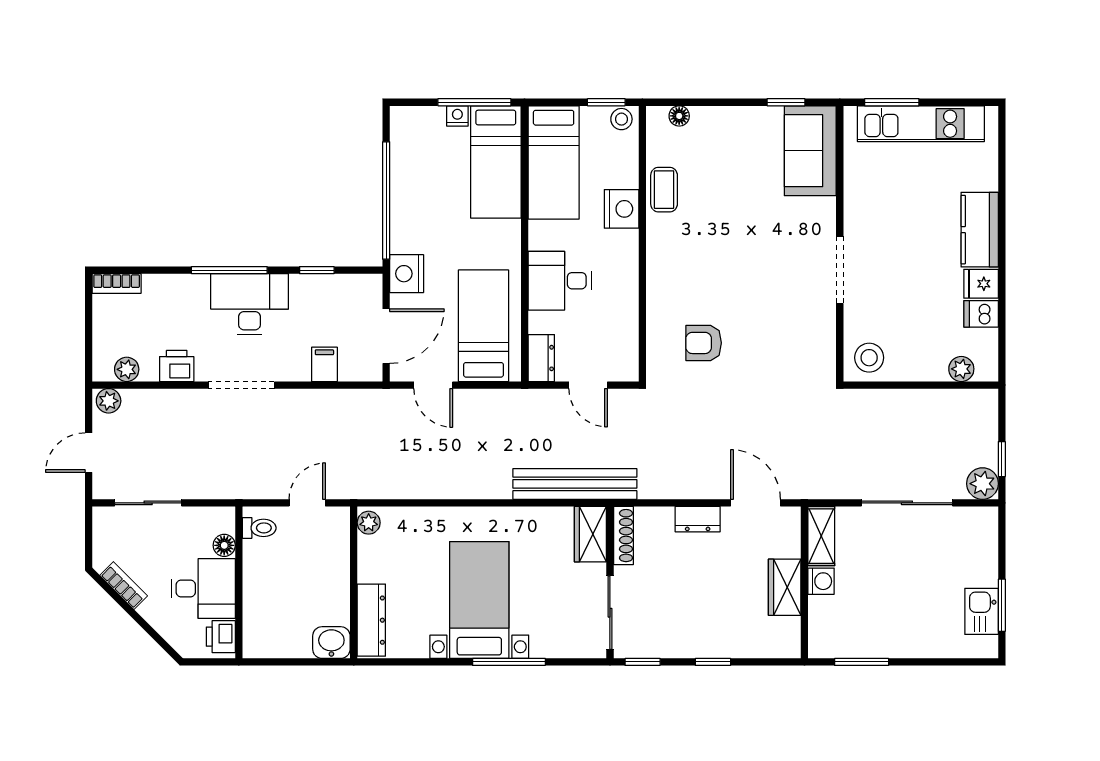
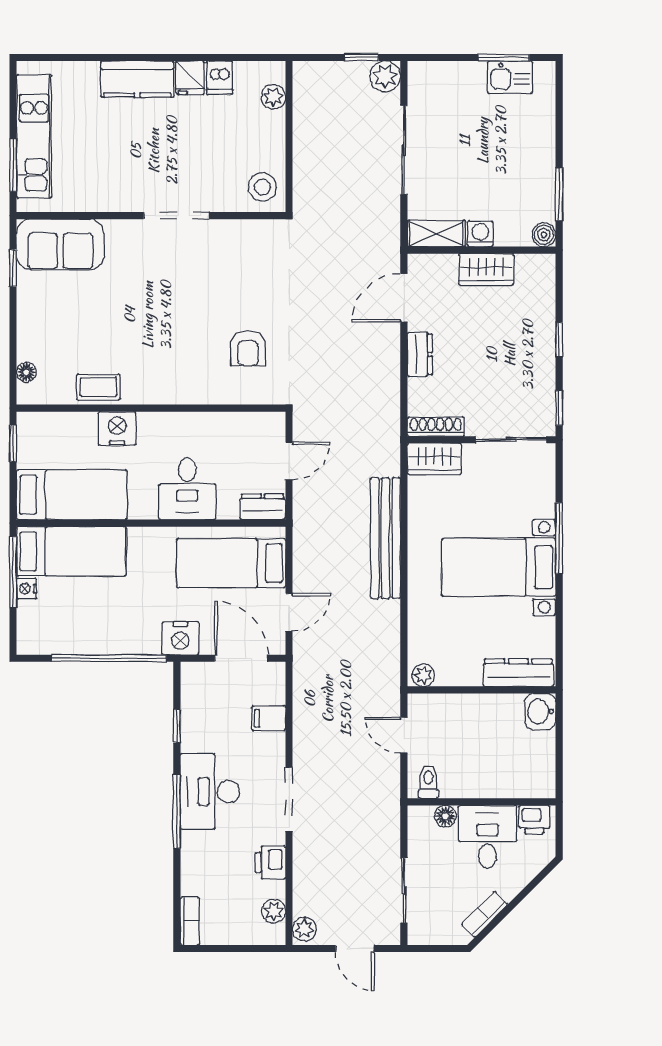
stool: (621, 119) -> (30, 429), removed
bench: (575, 484) -> (385, 538), moved
boiler: (820, 646) -> (544, 235), added

